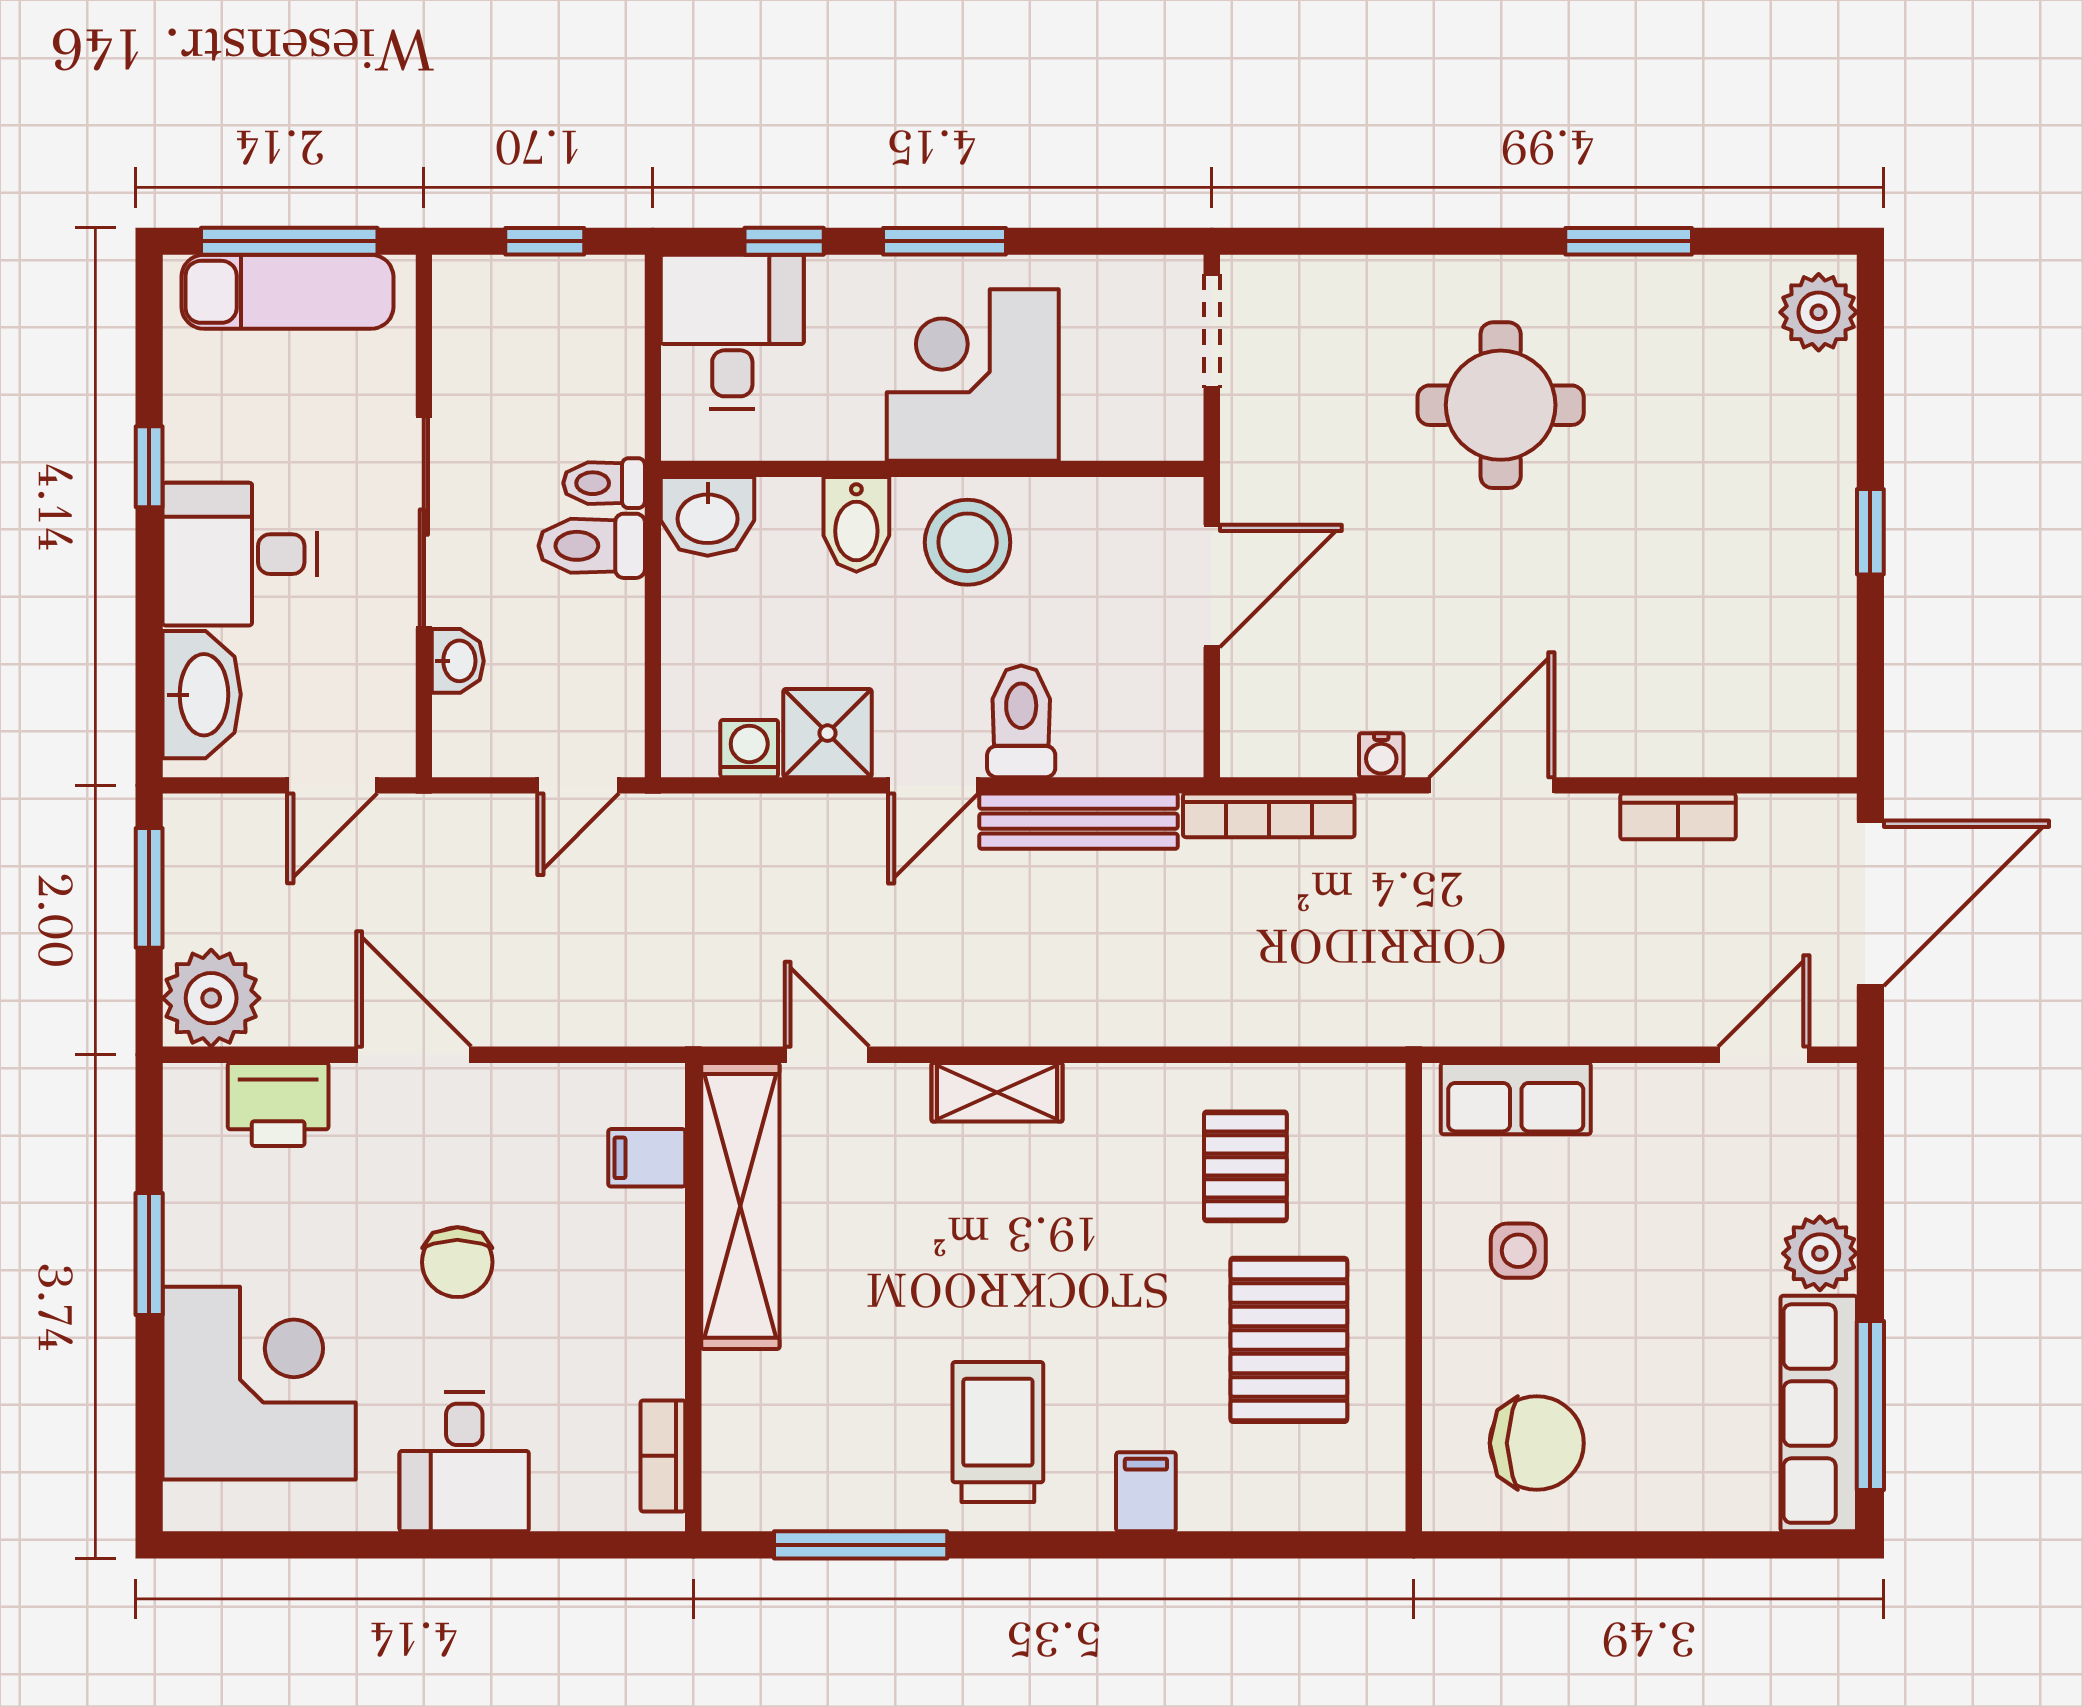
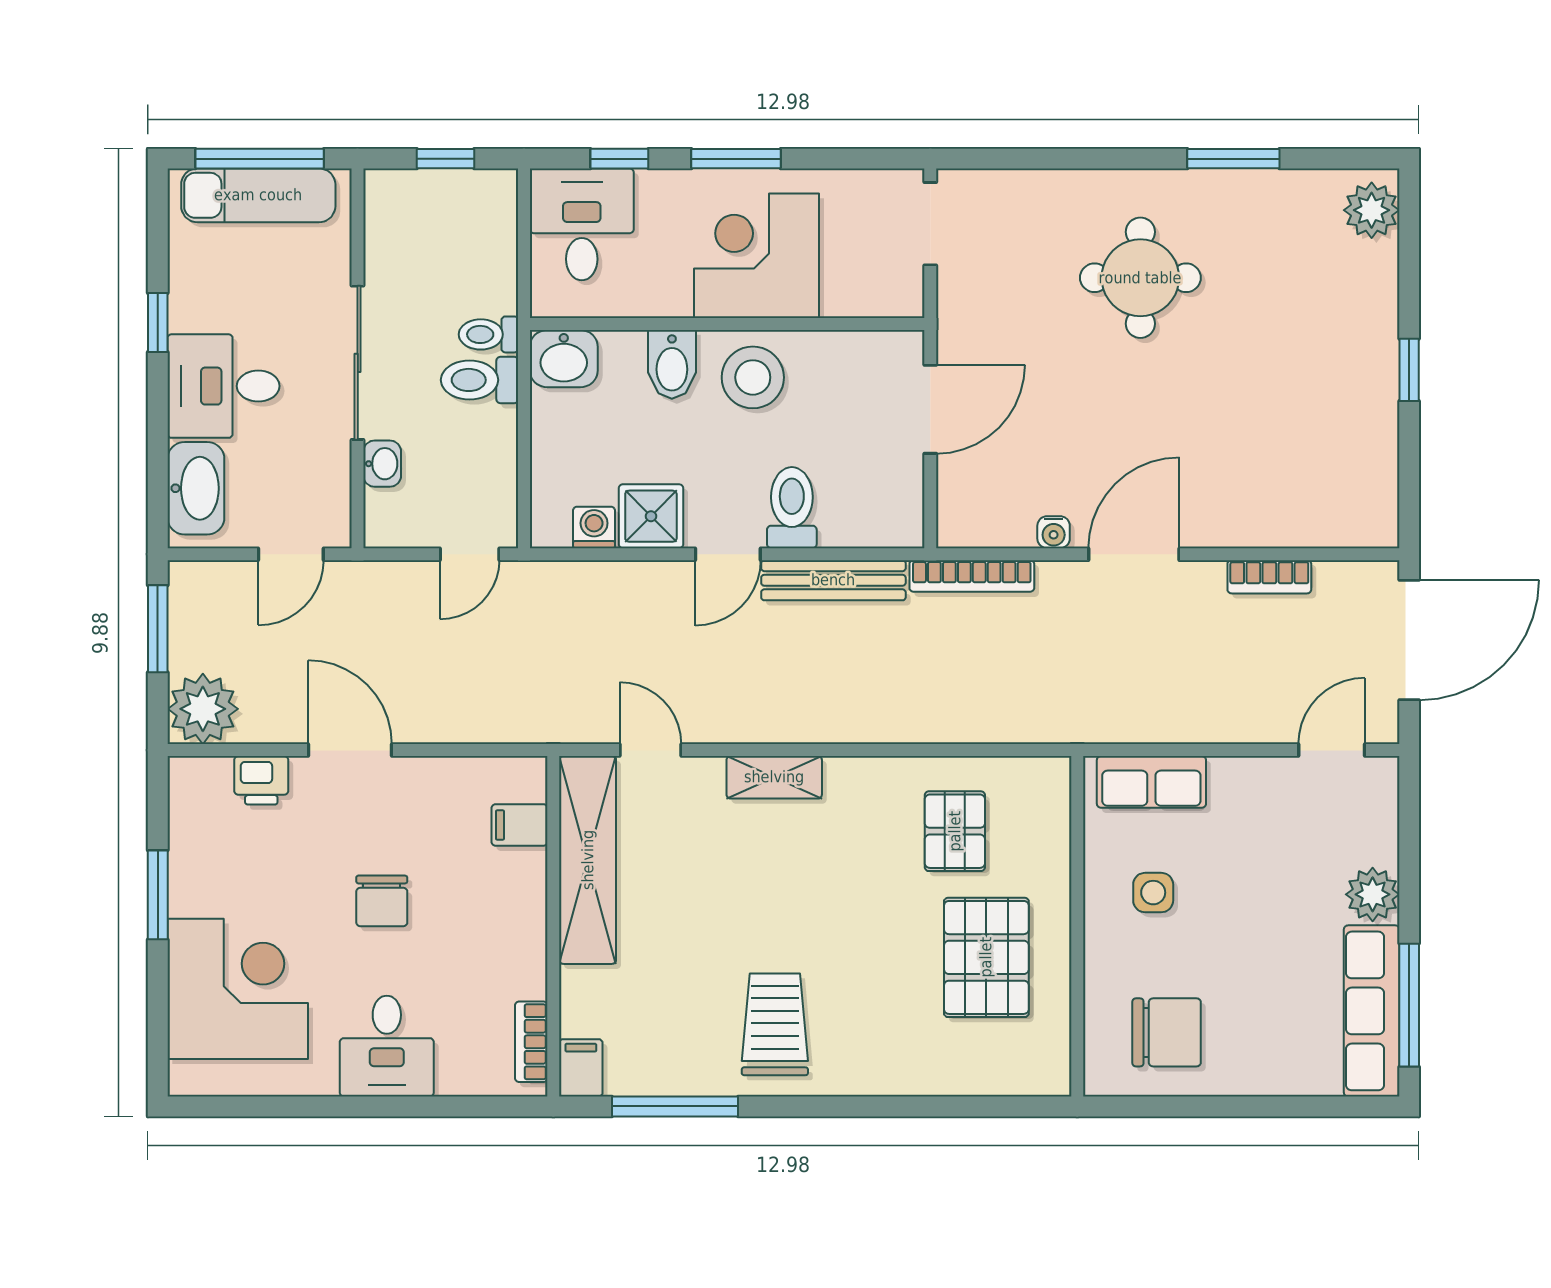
printer: (278, 1104) -> (261, 780), width x0.73, depth x0.81
filing cabinet: (1146, 1492) -> (581, 1068), moved

